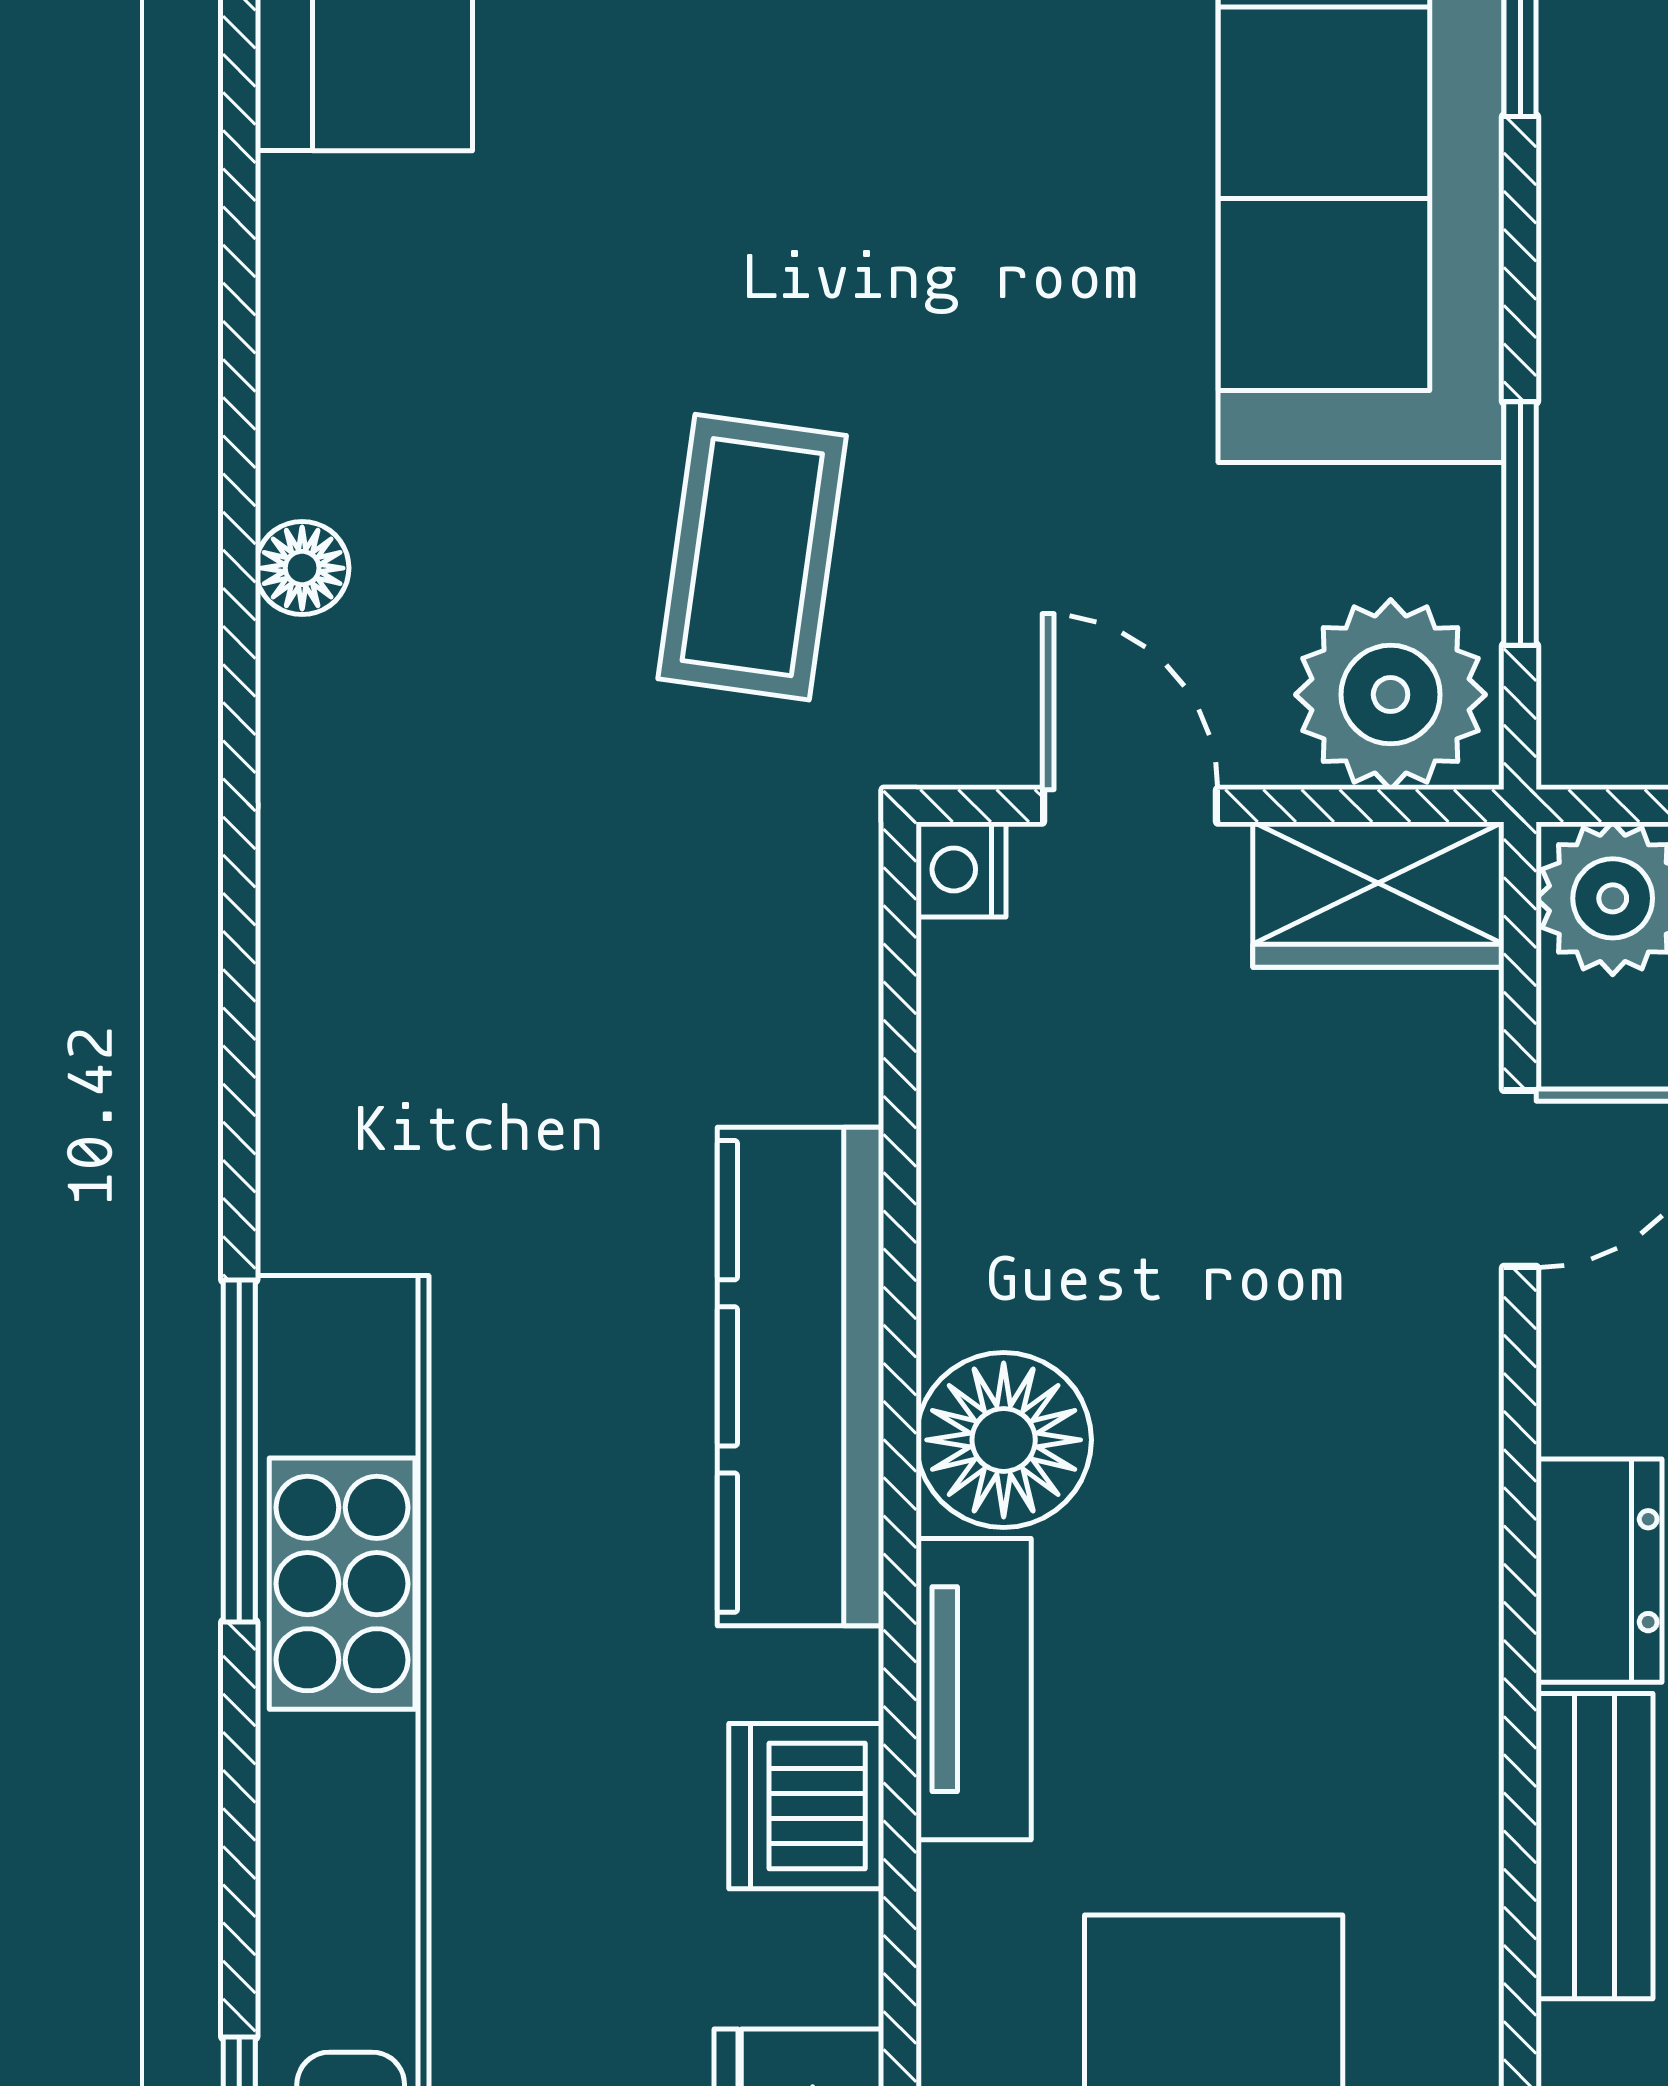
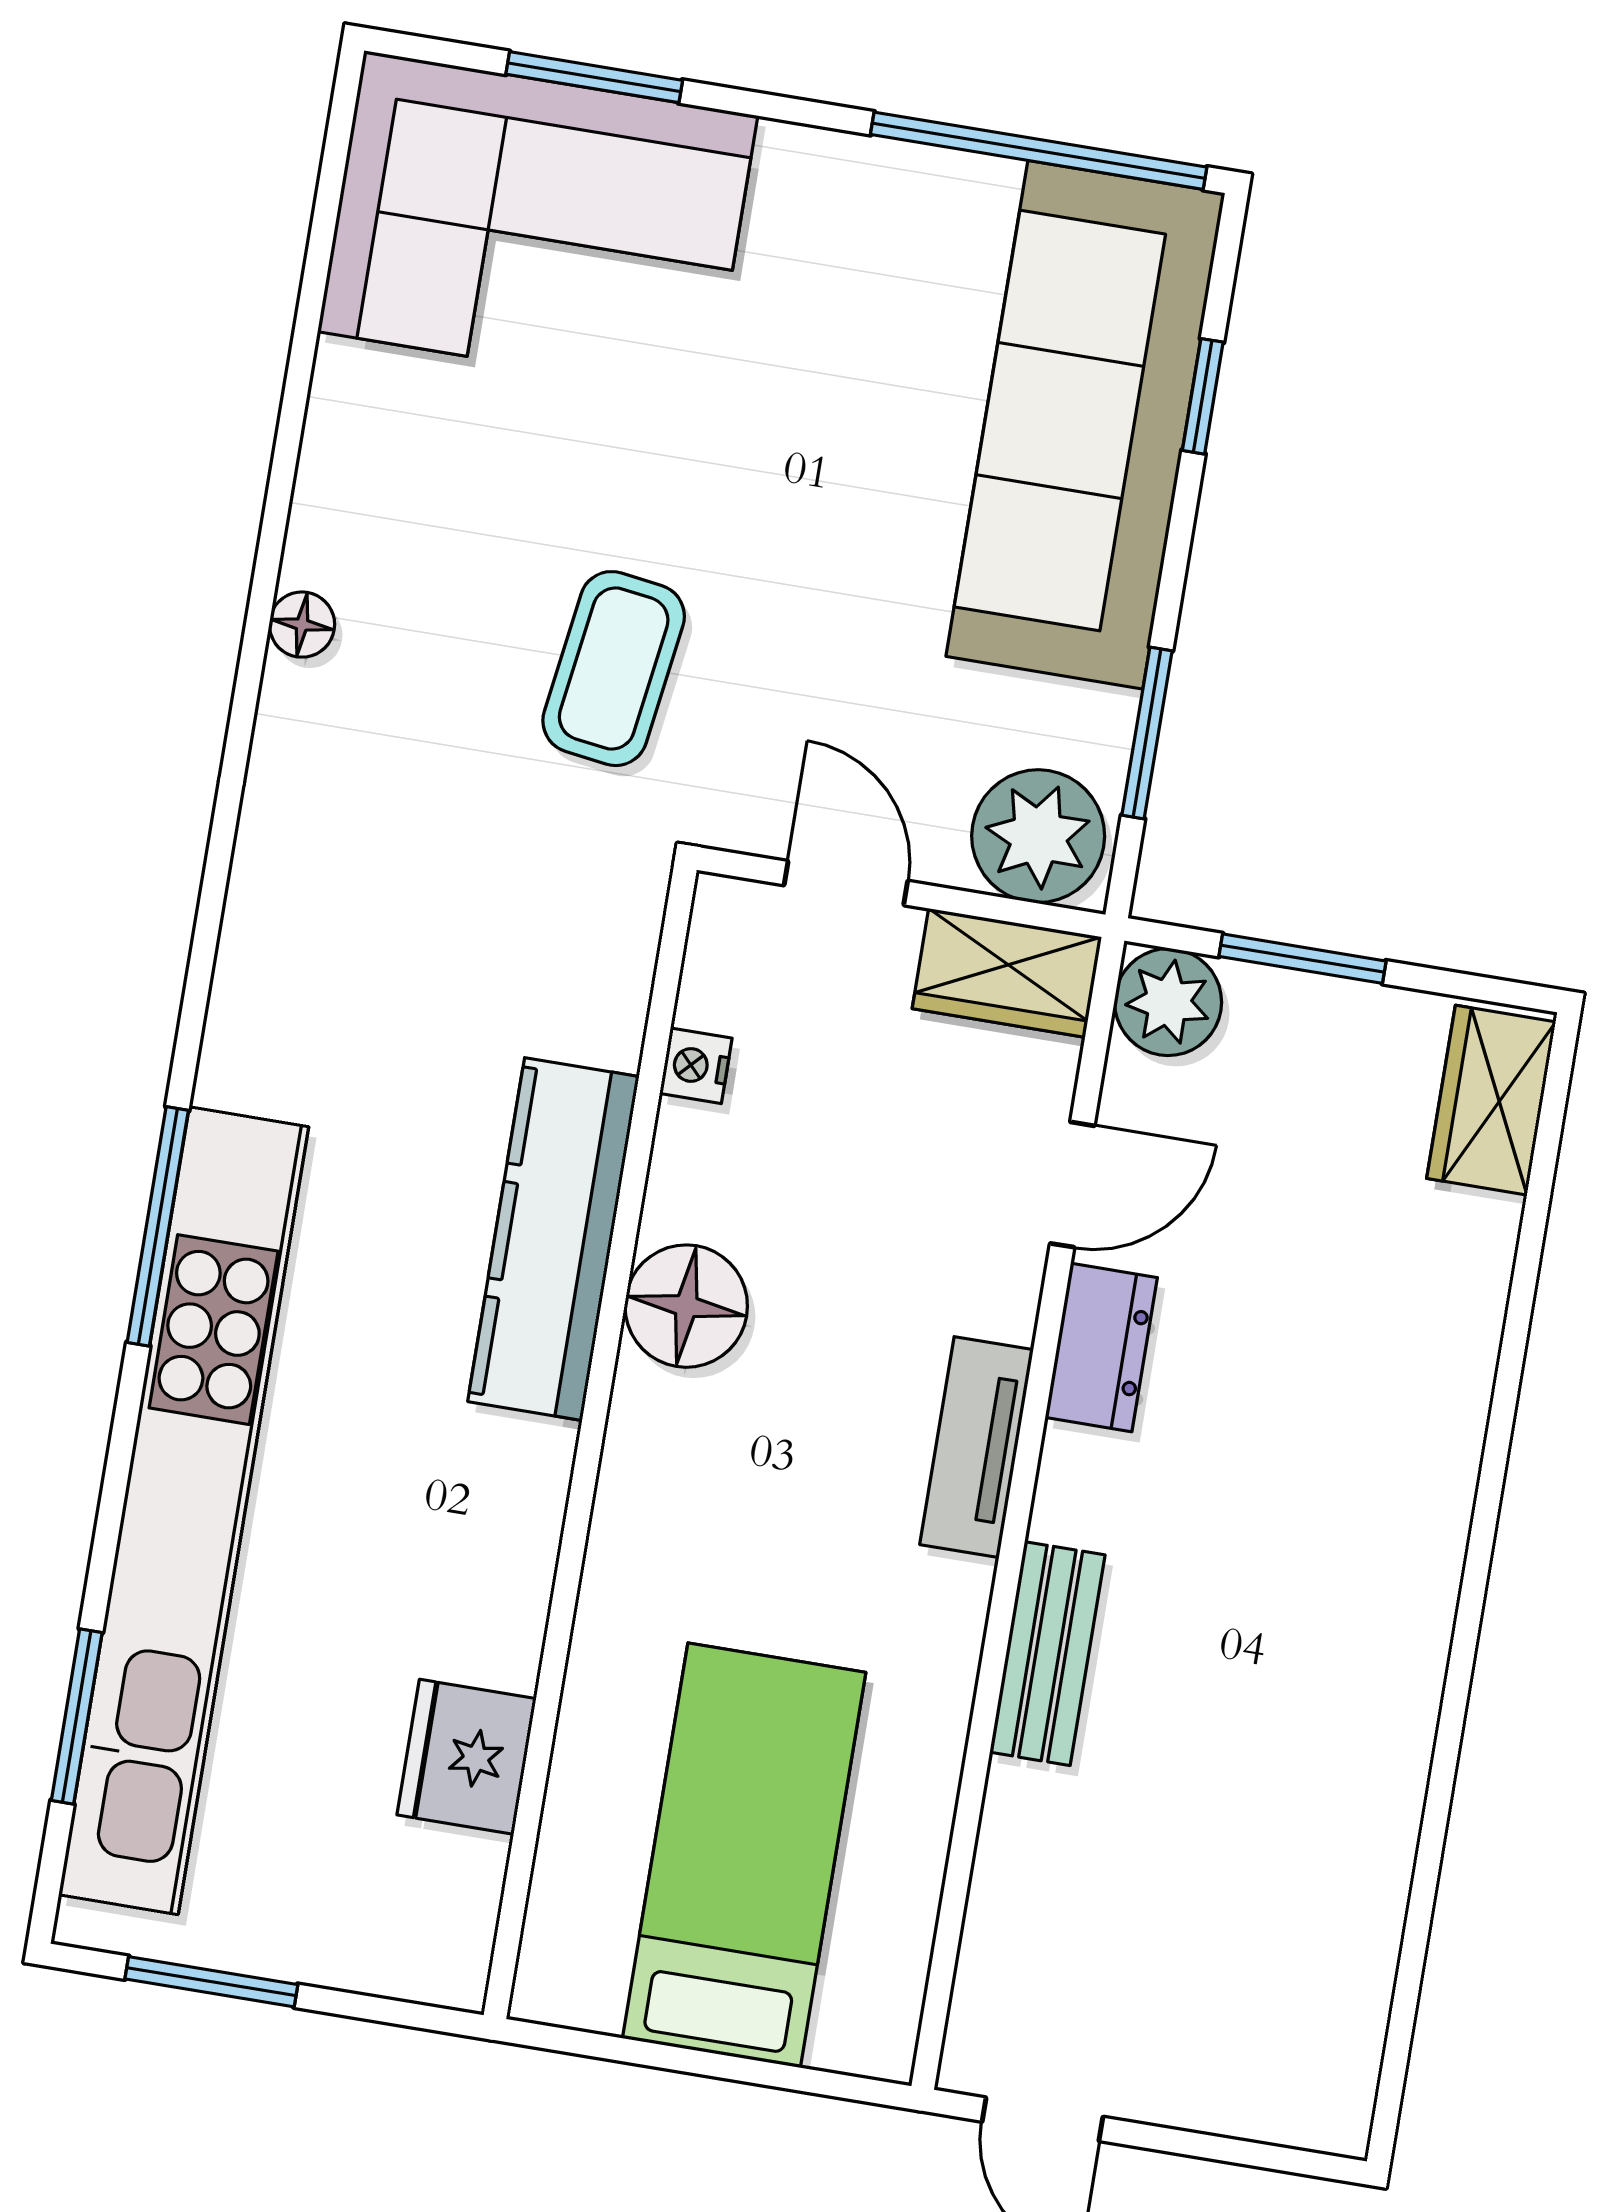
nightstand: (961, 869) -> (696, 1066), moved
dresser: (1599, 1571) -> (1101, 1347), moved
tv unit: (974, 1689) -> (977, 1447), moved, turned 180
dishwasher: (806, 1806) -> (508, 1536), removed

